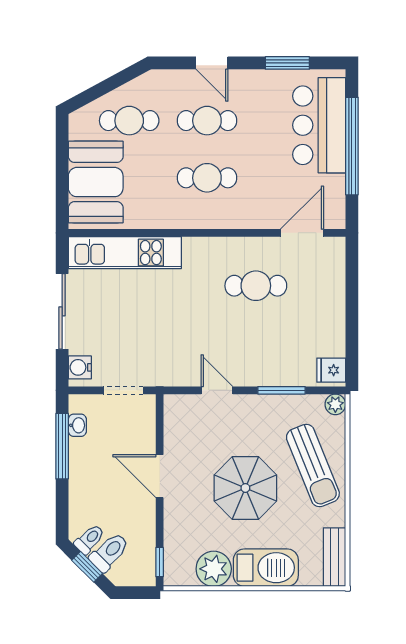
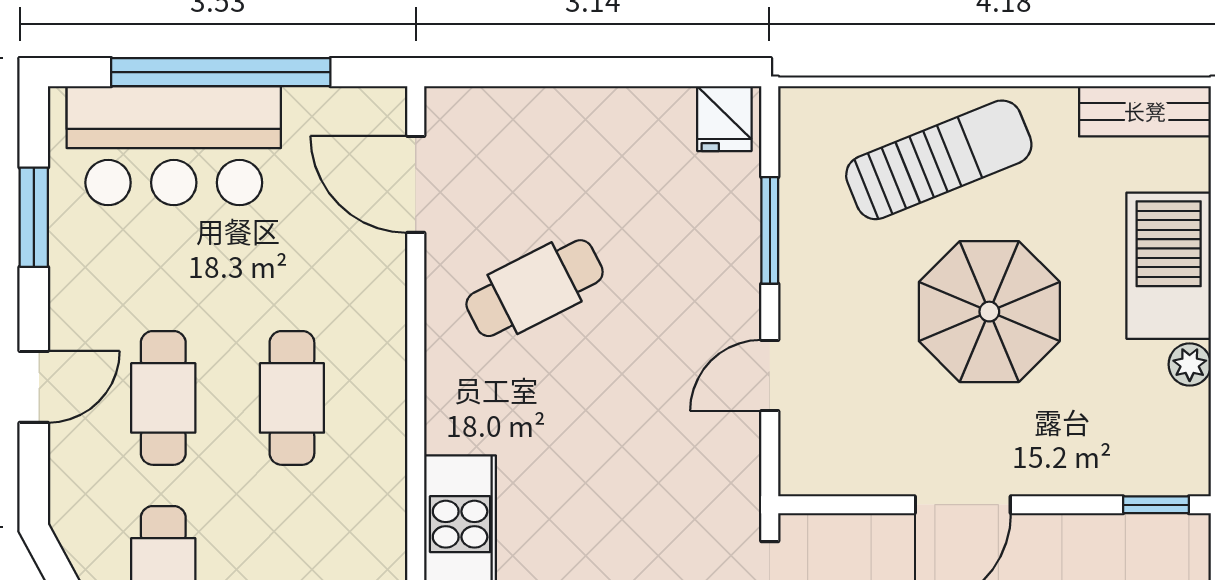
cafe table: (256, 286) -> (535, 288), turned 63
plant: (335, 404) -> (801, 109), removed
plant: (214, 569) -> (1190, 364), width x0.53, depth x0.53

